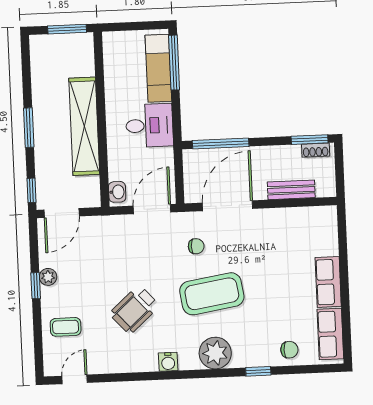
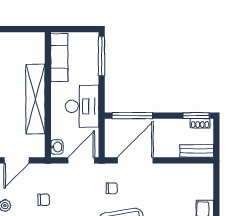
window: (67, 29) -> (26, 29), removed
exam couch: (158, 68) -> (59, 57), moved, turned 180
desk: (149, 126) -> (82, 106), width x1.37
bench: (291, 190) -> (197, 151), moved
chair: (102, 266) -> (44, 200), added

